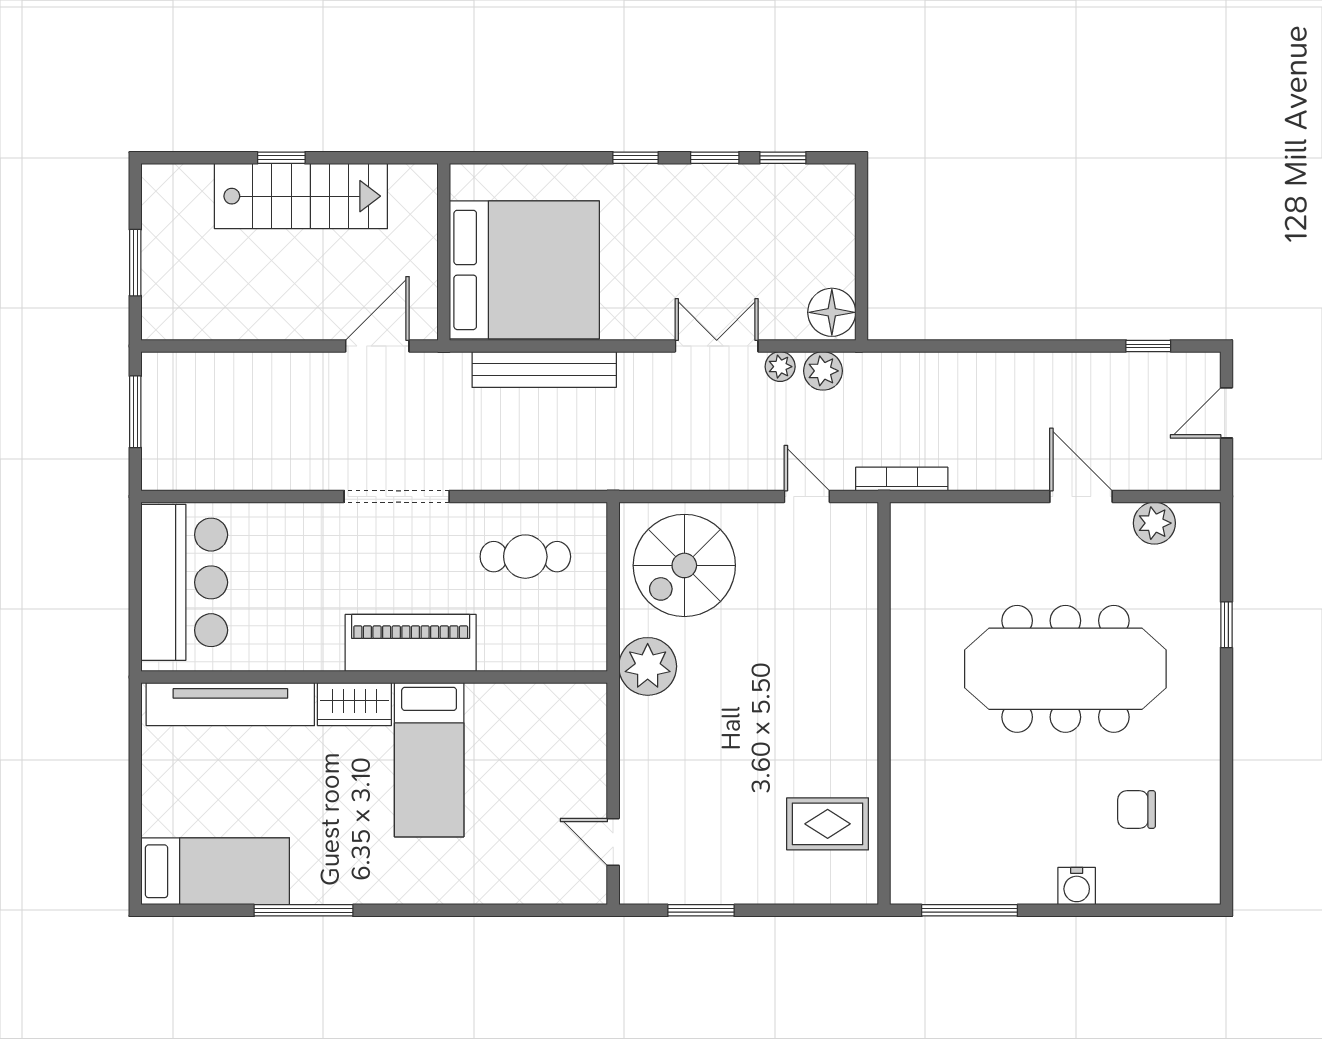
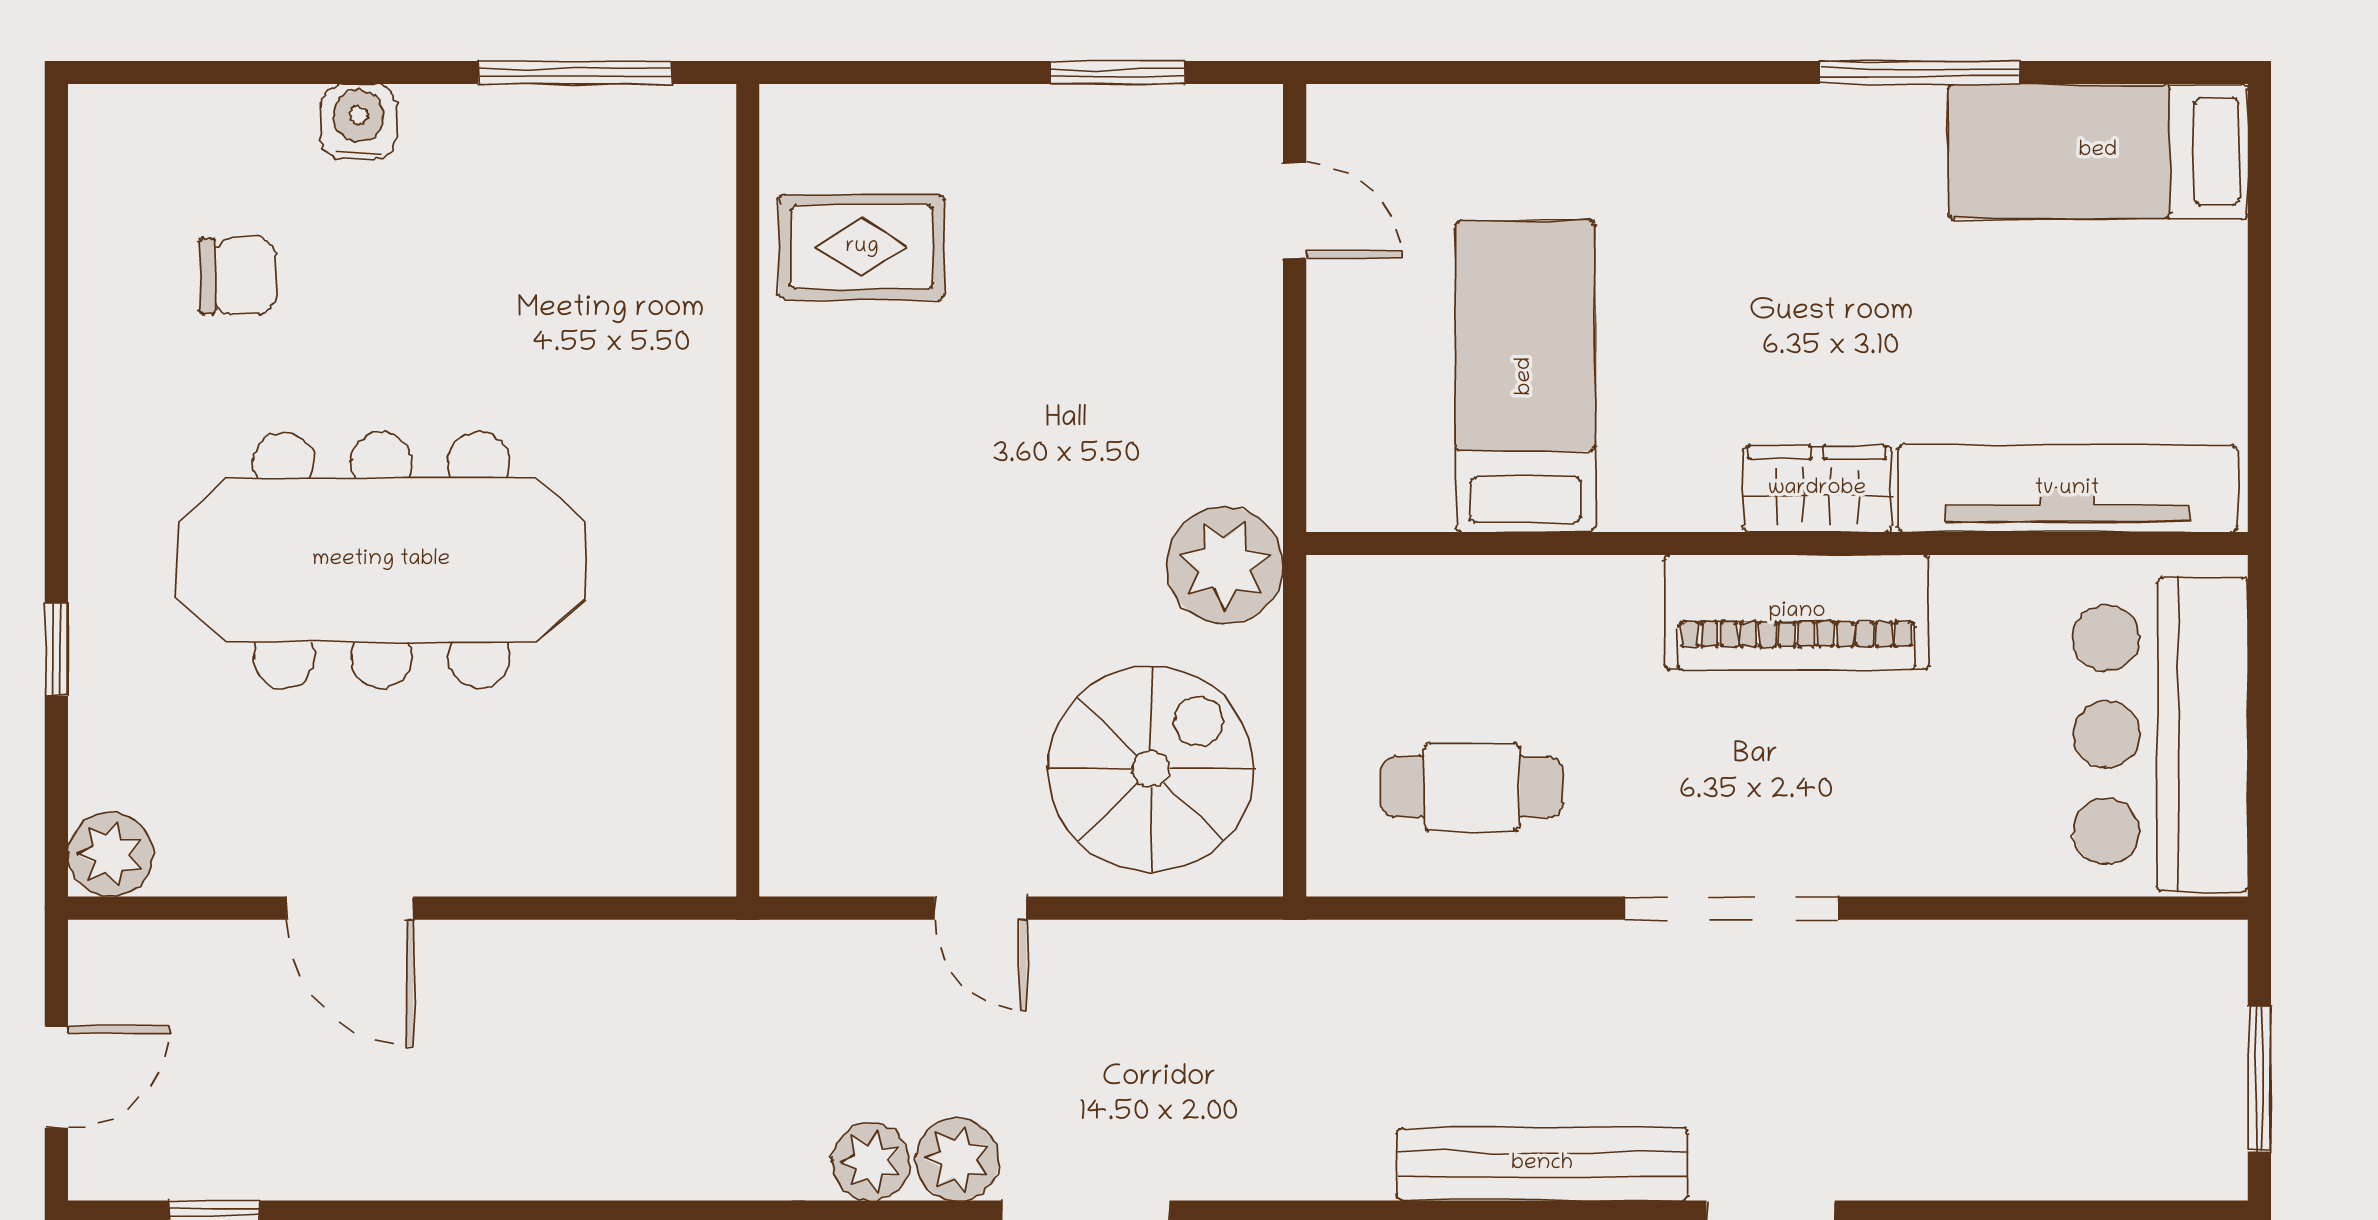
plant: (780, 367) -> (957, 1159), width x1.38, depth x1.38
bench: (544, 370) -> (1542, 1164), moved
bookcase: (902, 479) -> (712, 943), removed
door: (807, 496) -> (981, 908), moved
plant: (1154, 523) -> (110, 854), moved
piano: (411, 643) -> (1797, 612), moved
bed: (429, 760) -> (1525, 376), moved

